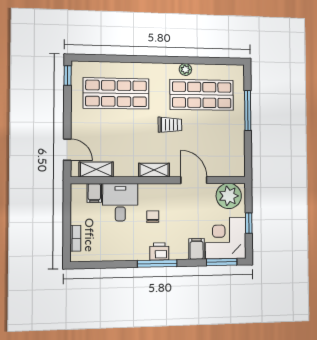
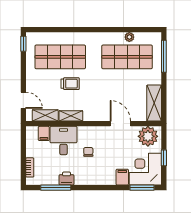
plant: (185, 69) -> (129, 37), moved
window: (248, 110) -> (164, 56), moved
trolley: (170, 125) -> (70, 84), moved
shelving: (236, 154) -> (154, 103), added
shelving: (154, 170) -> (71, 116), moved
printer: (159, 251) -> (67, 179), moved
window: (157, 263) -> (56, 188), moved

